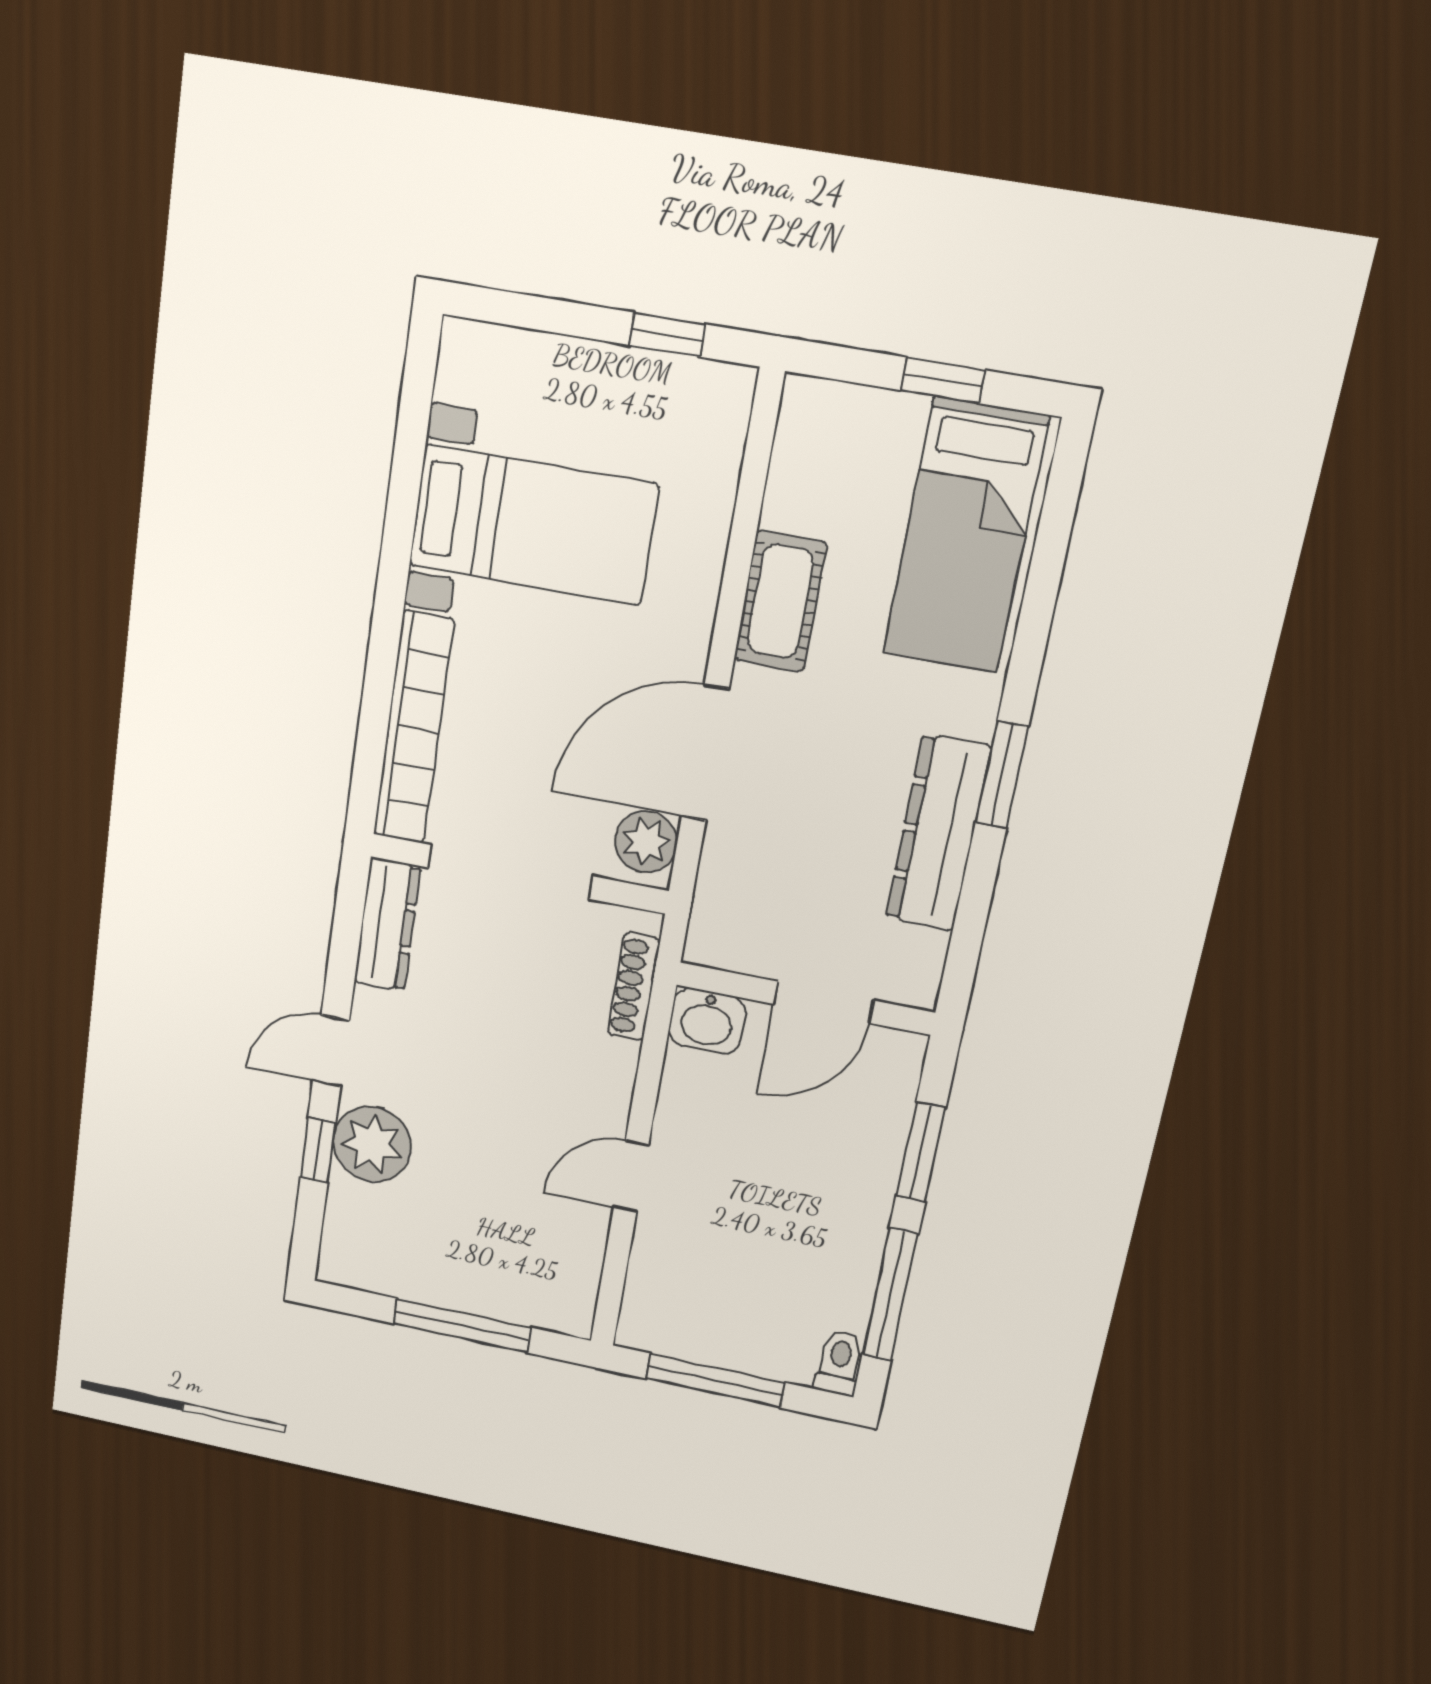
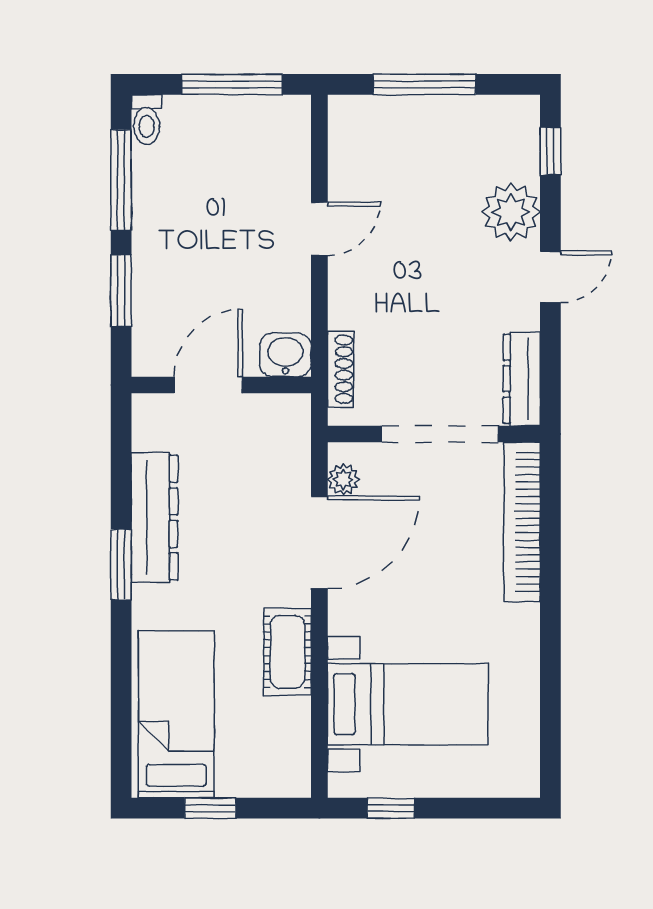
bed with nightstands: (533, 525) -> (408, 704), moved, turned 180
plant: (646, 842) -> (343, 479), width x0.73, depth x0.73
window: (318, 1150) -> (550, 151), moved

